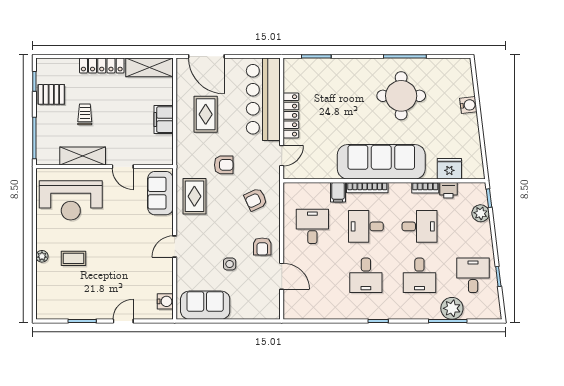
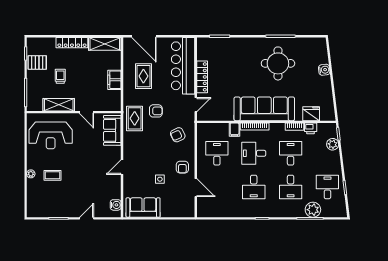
rug: (194, 196) -> (135, 118), moved
desk: (419, 226) -> (291, 153), turned -90

